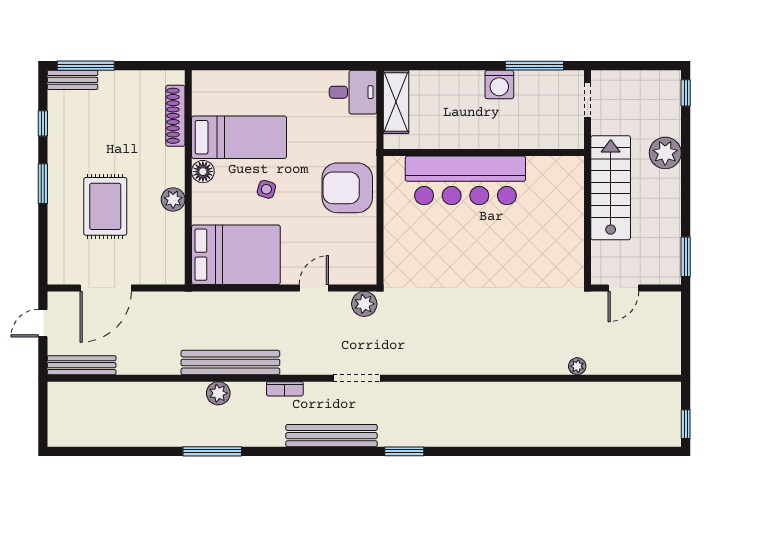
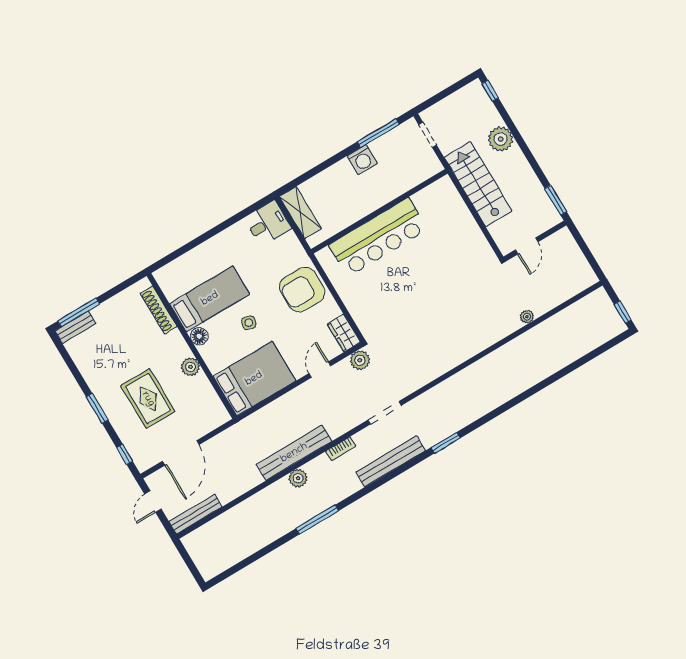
window: (43, 123) -> (125, 454), moved
wardrobe: (364, 263) -> (344, 333), added

